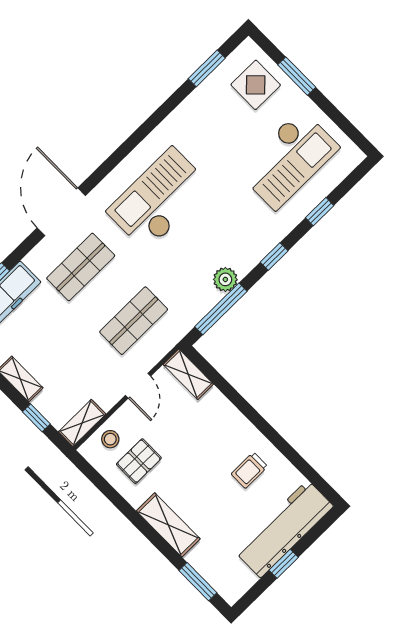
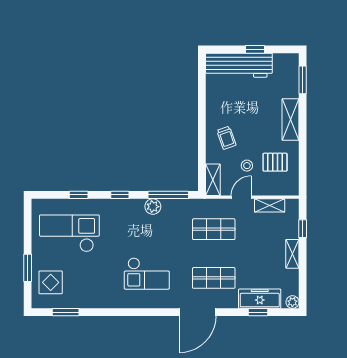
checkout: (159, 199) -> (147, 274), width x0.73, depth x0.83
shelving: (82, 423) -> (270, 205), moved
stool: (110, 439) -> (247, 166), moved
trolley: (249, 470) -> (226, 138), moved, turned 71

